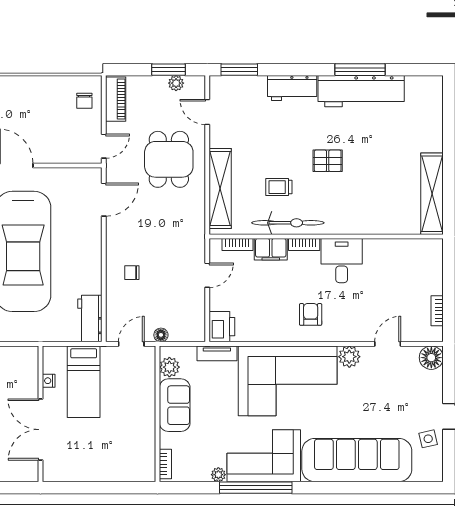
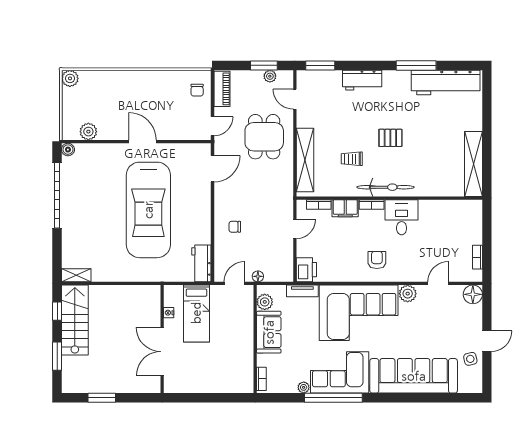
workbench: (361, 91) -> (446, 82), moved
bicycle: (288, 223) -> (385, 187), moved

